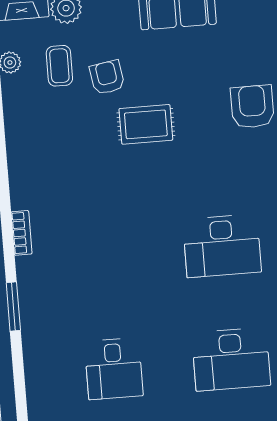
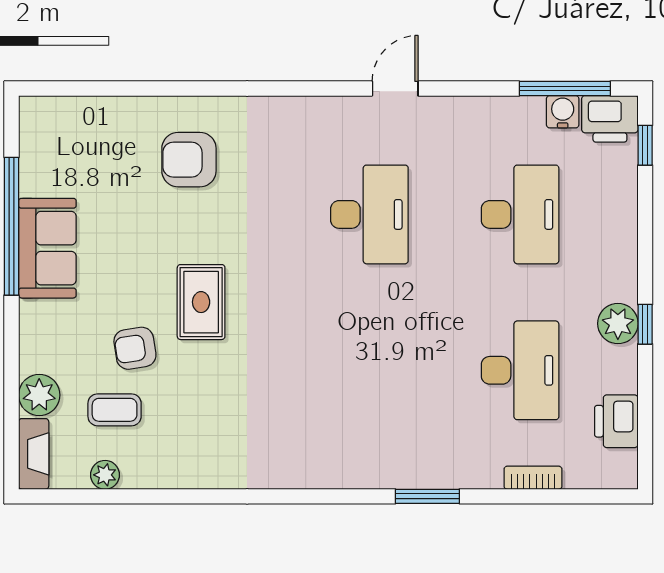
bookcase: (21, 233) -> (533, 478), moved
desk: (114, 369) -> (520, 370), width x1.37

